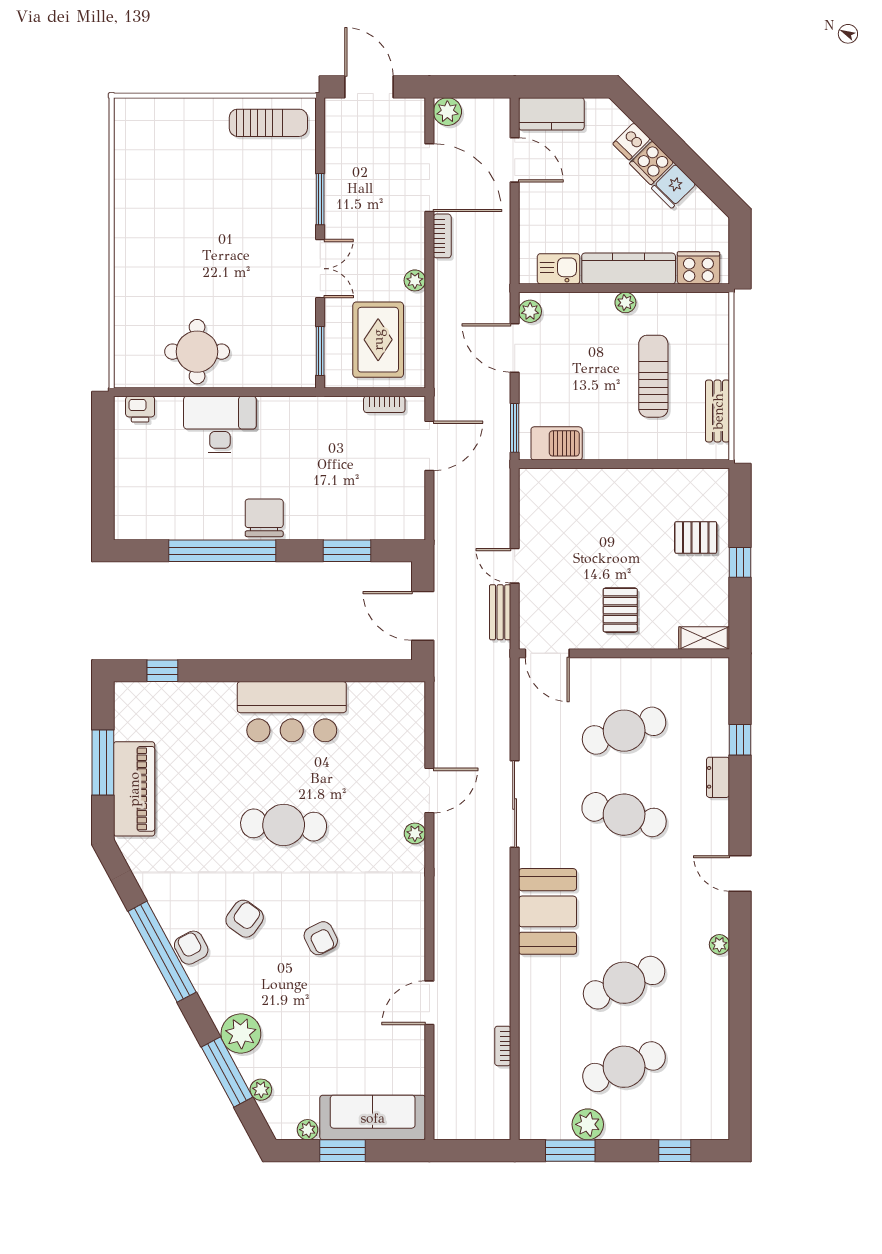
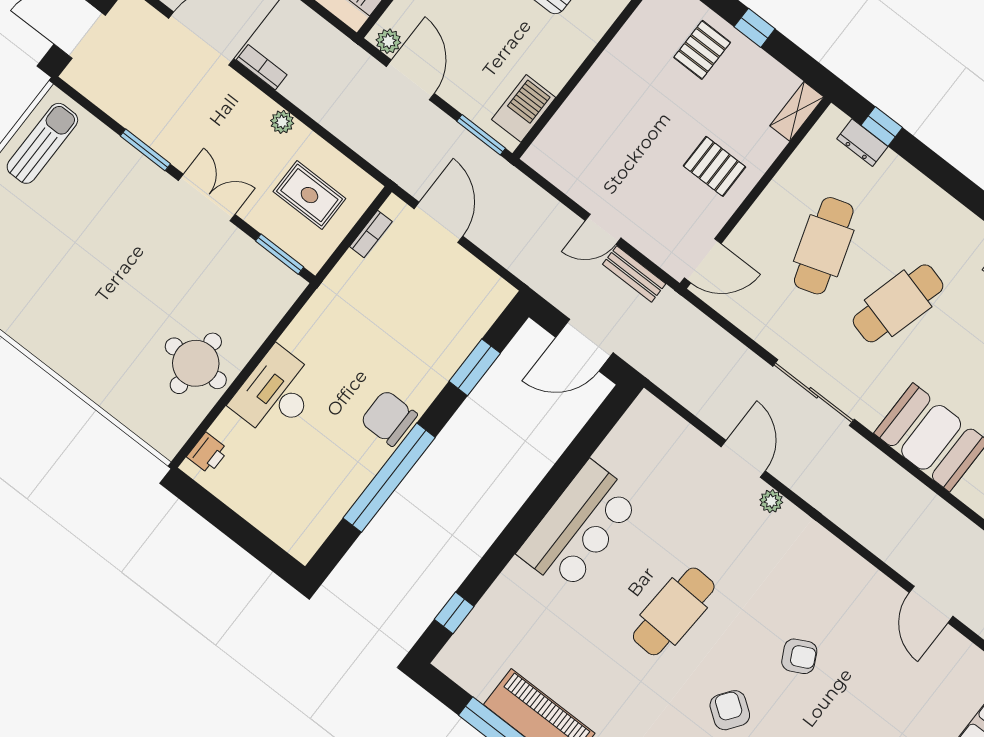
rug: (378, 340) -> (309, 195), width x0.73, depth x0.70
door: (515, 348) -> (410, 80), swing flipped
window: (740, 740) -> (882, 126), moved
dresser: (718, 777) -> (862, 143), moved

